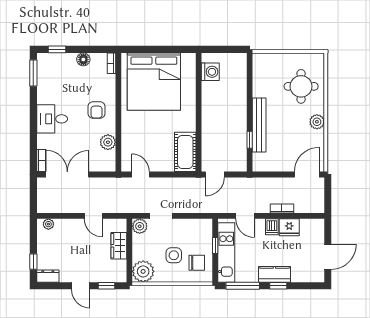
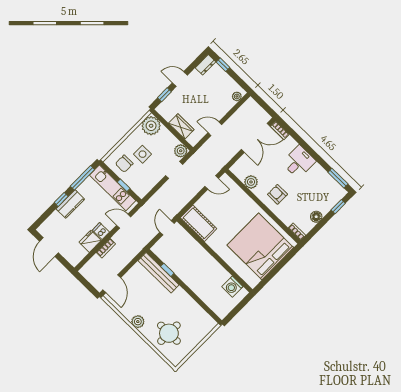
bench: (259, 125) -> (159, 273), moved

